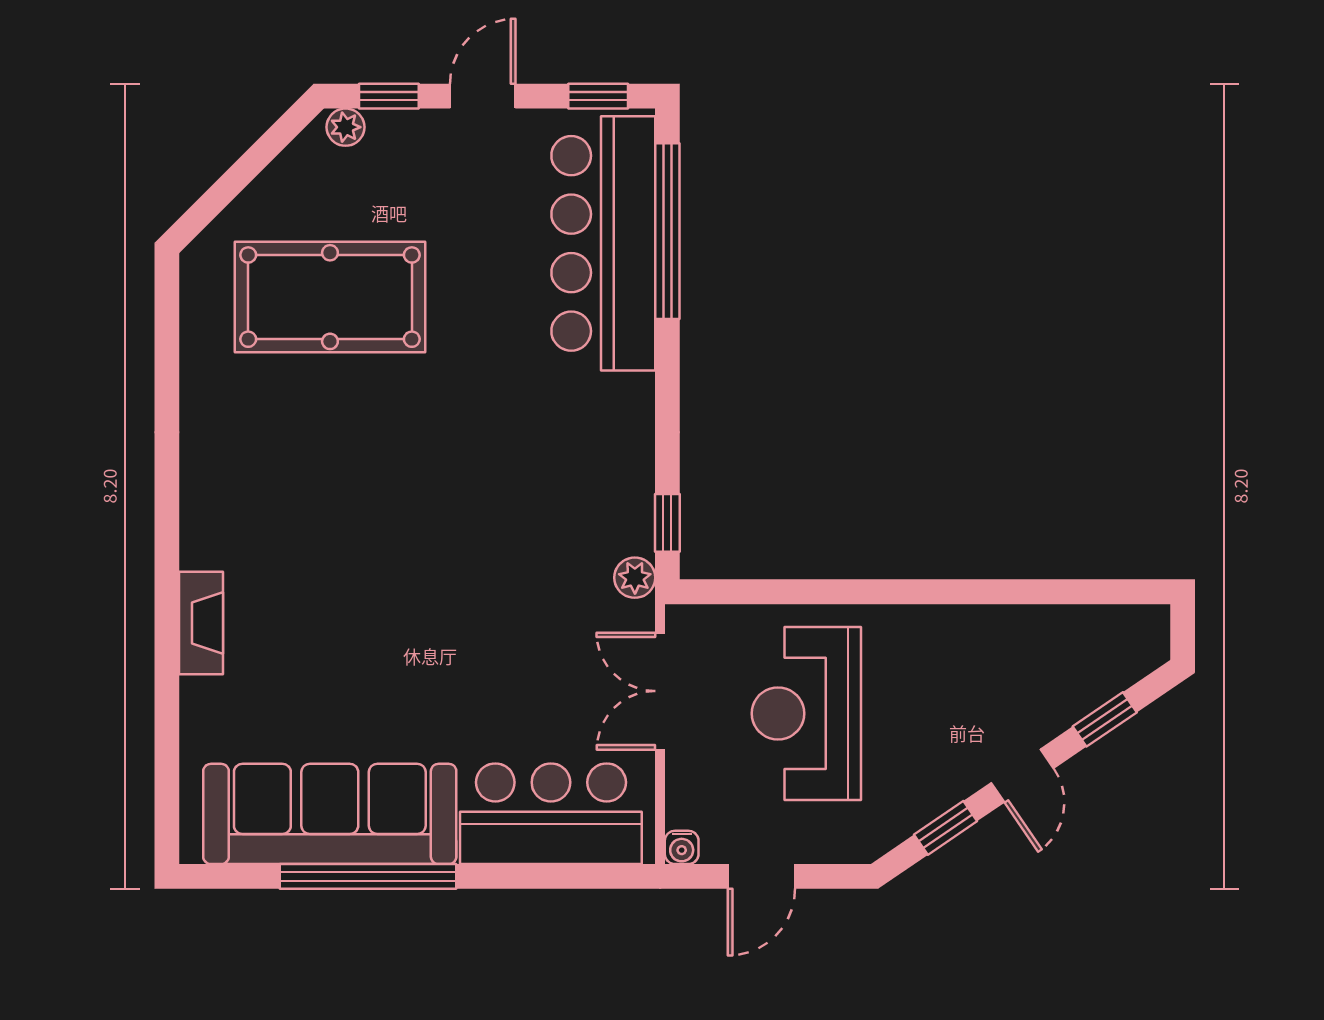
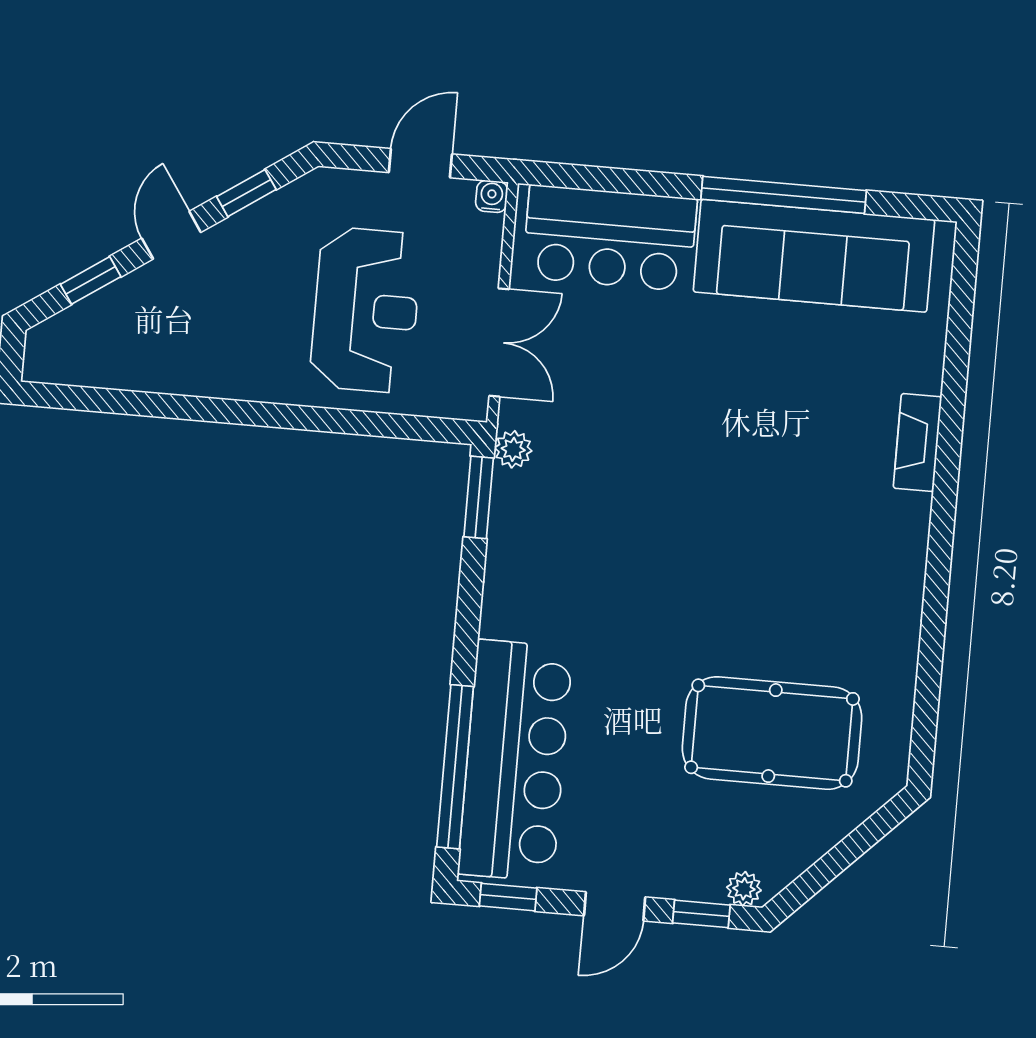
window: (667, 523) -> (479, 497), width x1.50

